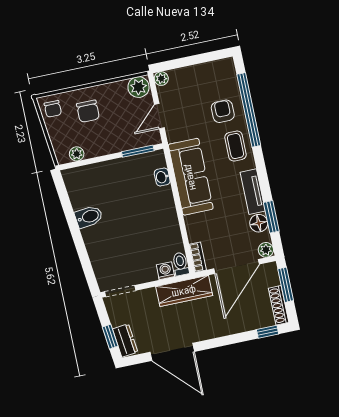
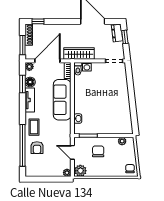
chair: (88, 111) -> (98, 151), moved
door: (159, 116) -> (72, 152), swing flipped
sofa: (191, 177) -> (62, 100), moved
bidet: (89, 217) -> (123, 105), removed

